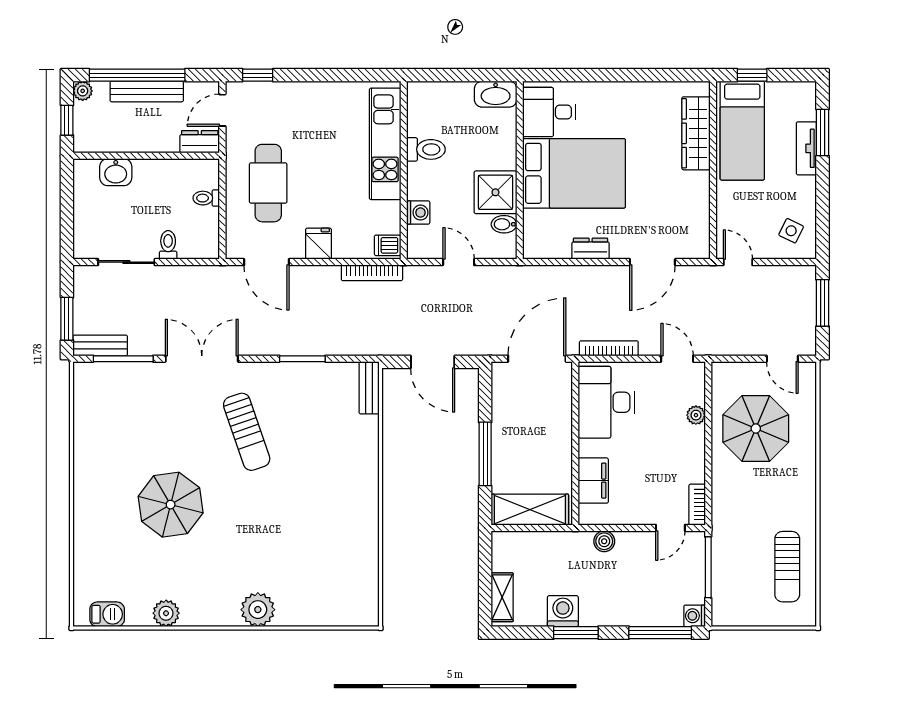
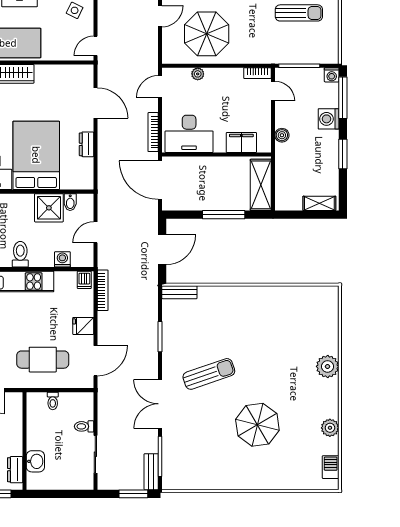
dresser: (200, 142) -> (15, 470), moved
washing machine: (563, 611) -> (329, 119), moved

